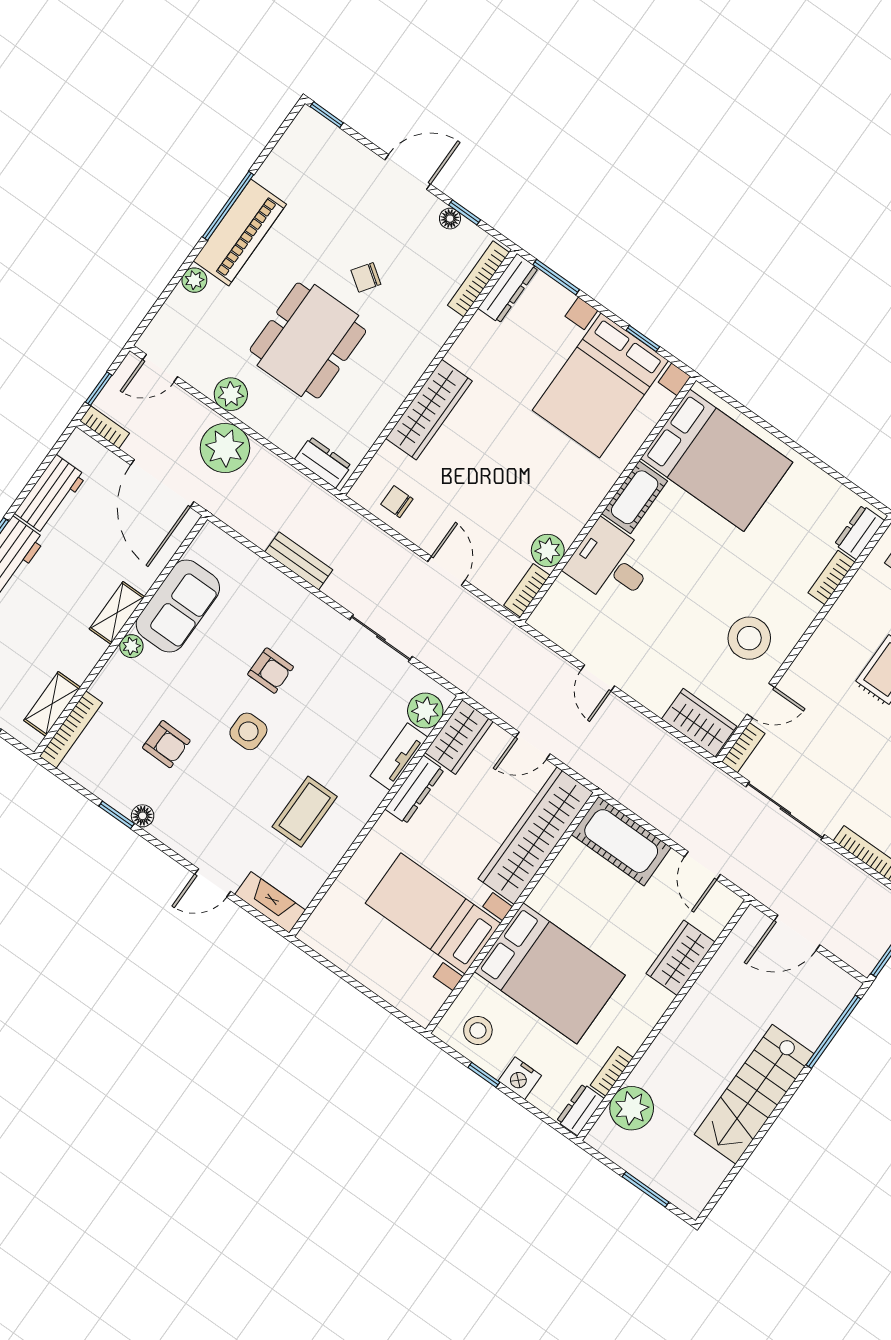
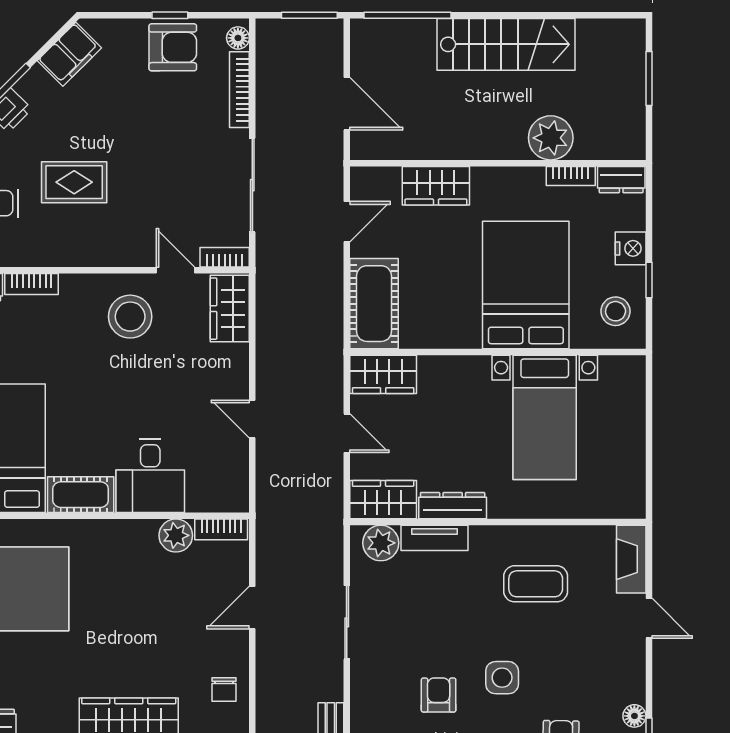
door: (598, 678) -> (252, 419), swing flipped
wardrobe: (536, 836) -> (383, 374), width x0.48, depth x0.85
plant: (632, 1108) -> (551, 138), moved

